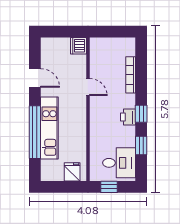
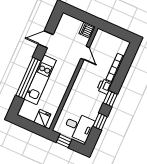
door: (35, 78) -> (46, 39), swing flipped
door: (88, 87) -> (85, 53), moved
printer: (128, 117) -> (104, 87), moved

